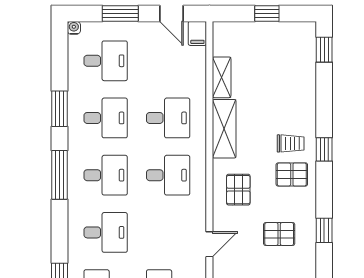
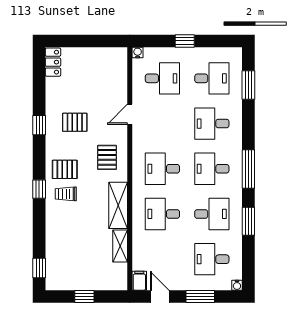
desk: (106, 118) -> (212, 214), turned 180

